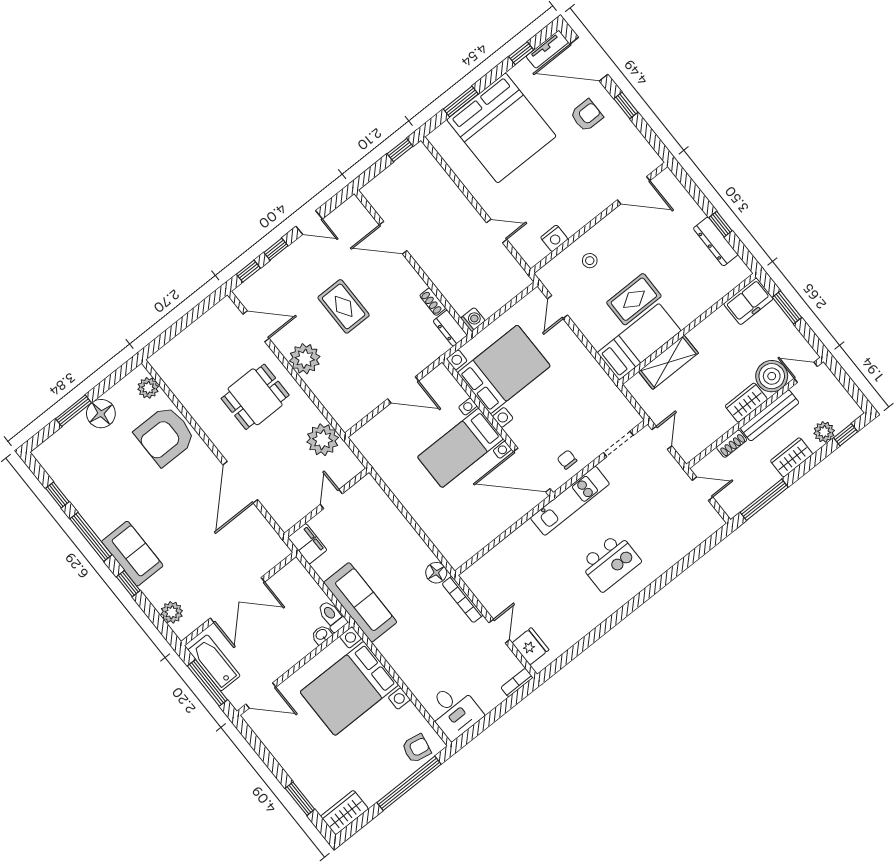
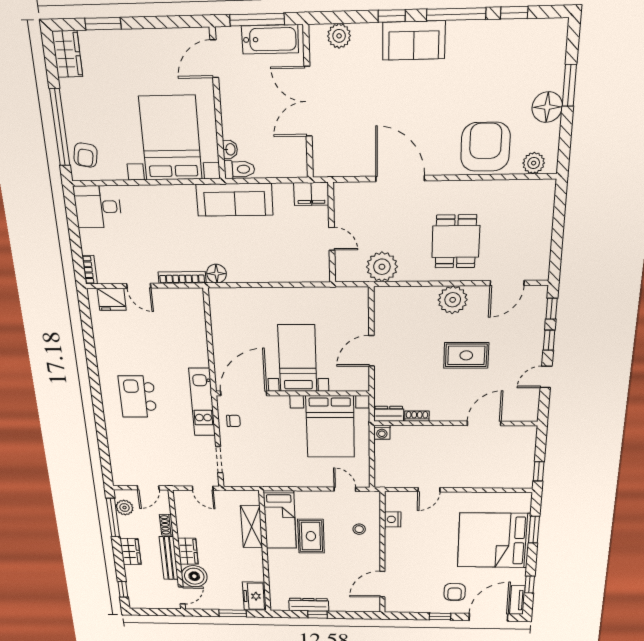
plant: (824, 432) -> (125, 508), moved

